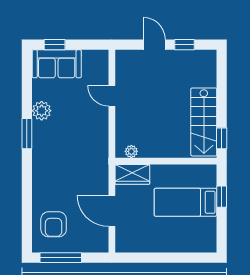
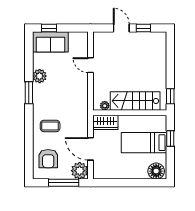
stairs: (204, 122) -> (135, 101), moved, turned 90
coffee table: (56, 179) -> (50, 126), added
plant: (97, 241) -> (80, 171), added
floor lamp: (202, 241) -> (156, 171), added
window: (61, 258) -> (64, 183), moved

